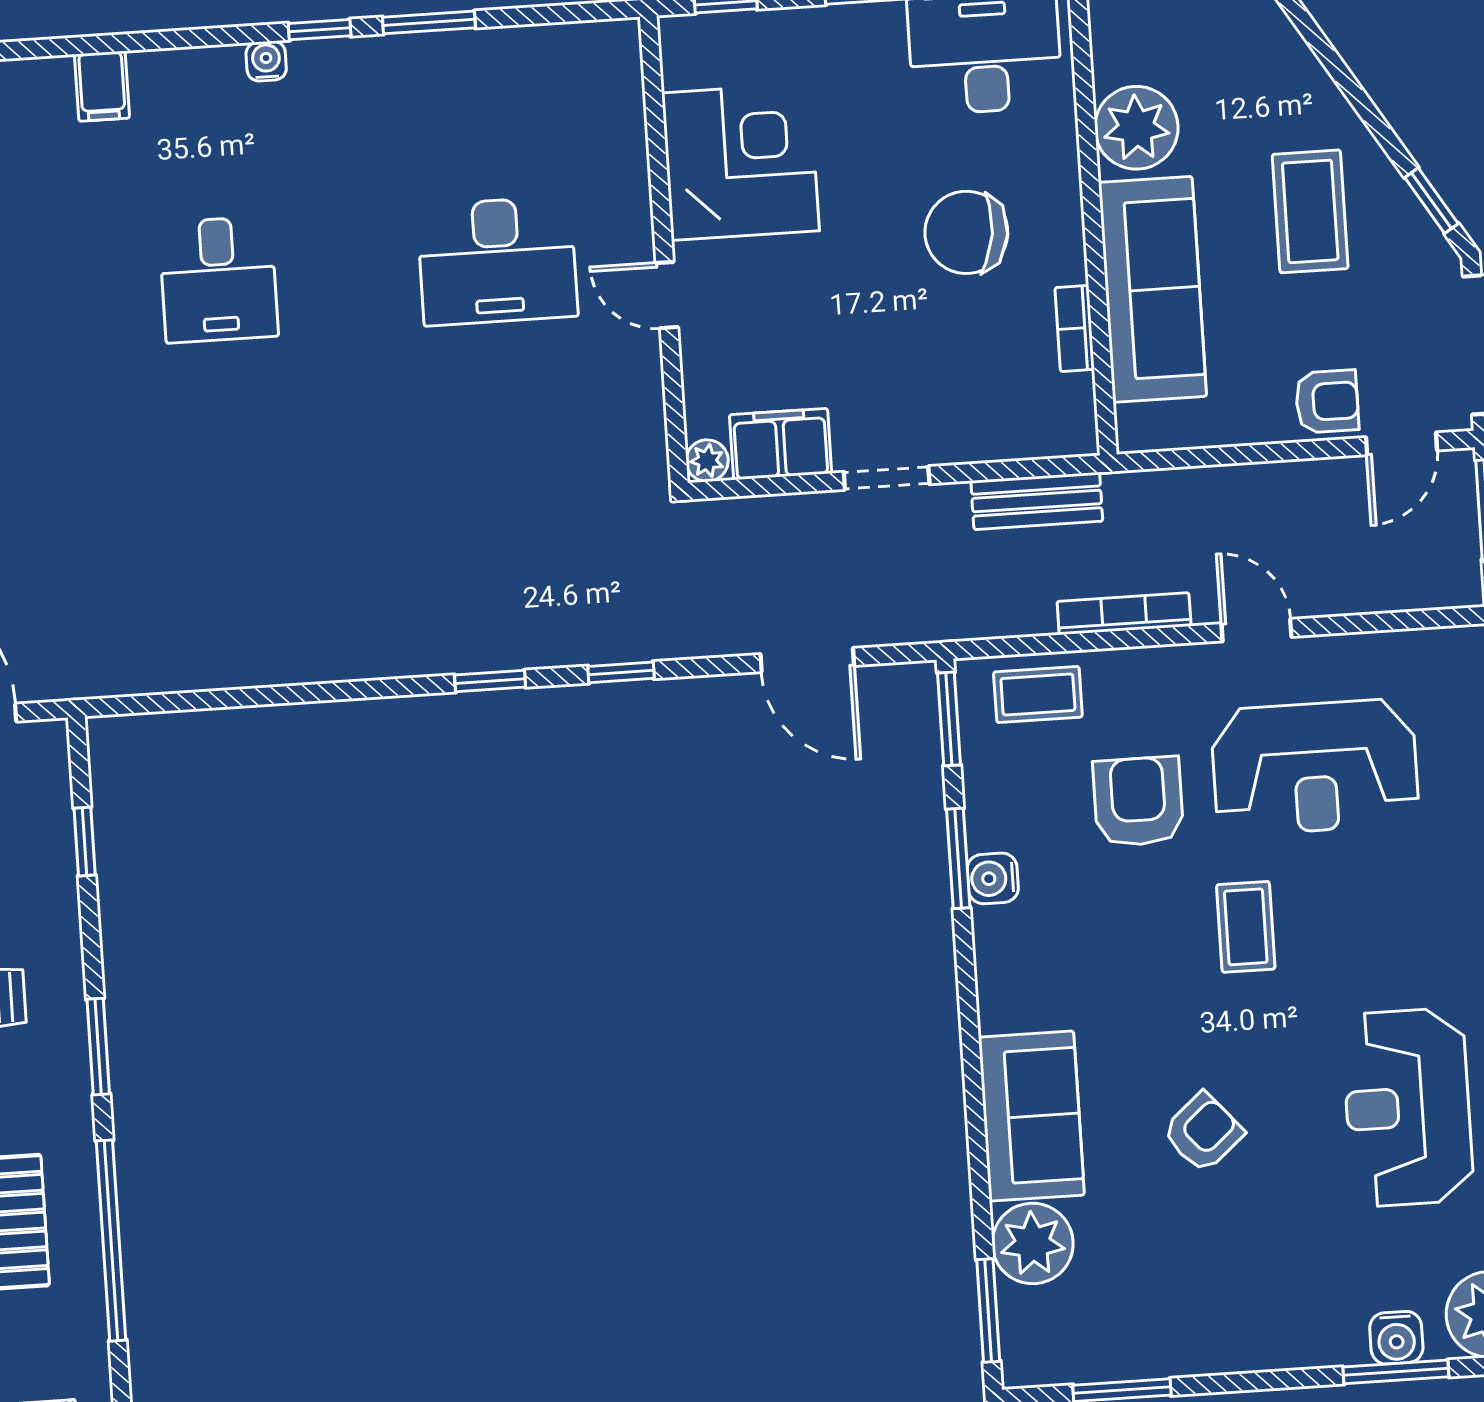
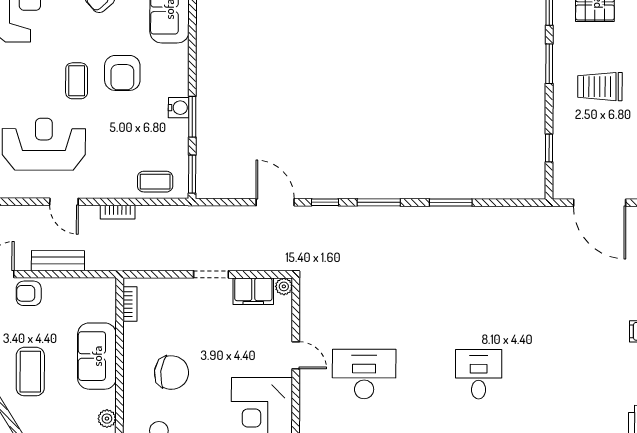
plant: (1136, 128) -> (107, 419), width x0.53, depth x0.53
sofa: (1152, 289) -> (97, 356), width x0.73
bookcase: (1075, 328) -> (130, 304), moved
bench: (1037, 501) -> (58, 261), moved
bookcase: (1124, 614) -> (118, 212), width x0.64
door: (807, 660) -> (275, 202), moved
window: (490, 681) -> (379, 202), width x1.50
window: (315, 693) -> (451, 202), added
armchair: (1138, 802) -> (122, 73), moved

